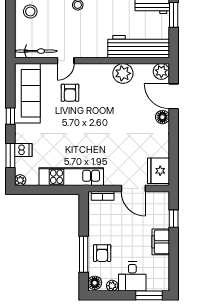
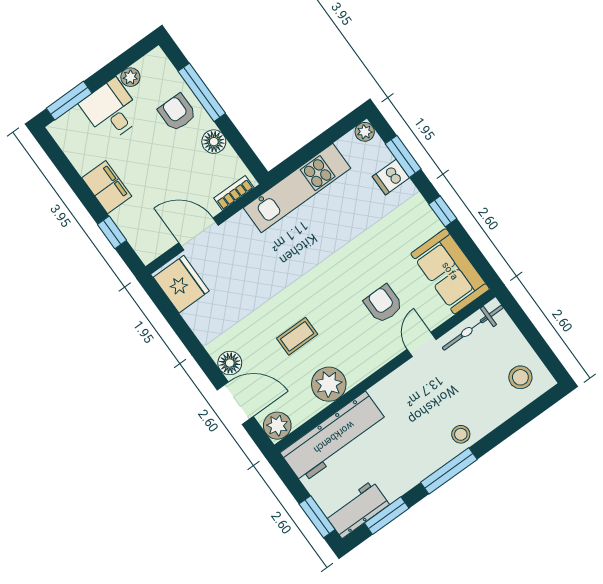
sofa: (27, 93) -> (450, 271), width x0.73
coffee table: (122, 107) -> (297, 336), added
floor lamp: (95, 283) -> (214, 142), moved

